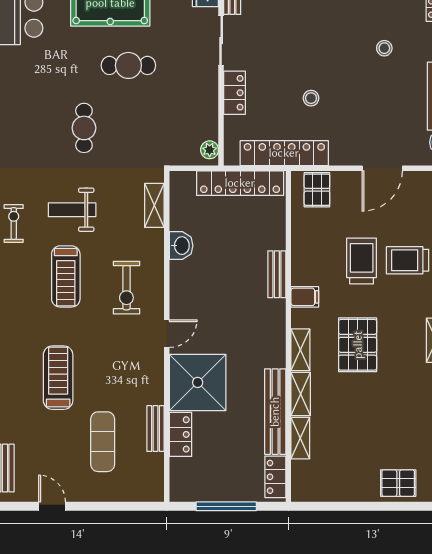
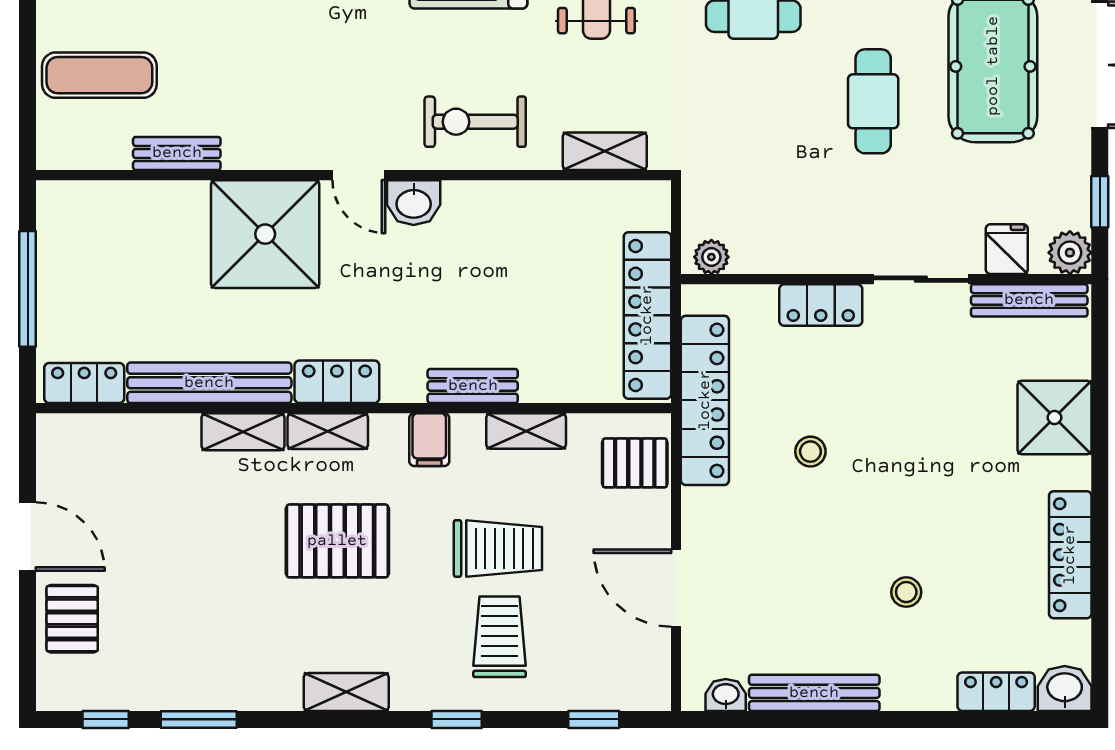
washbasin: (181, 246) -> (414, 203), moved
exercise bike: (126, 288) -> (475, 122), moved
locker: (181, 434) -> (337, 382), moved, turned 180
shelving: (300, 438) -> (526, 431), moved
exercise mat: (103, 442) -> (99, 75), moved
door: (355, 506) -> (28, 537), added

